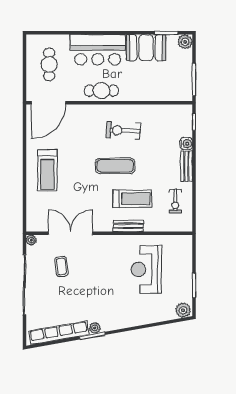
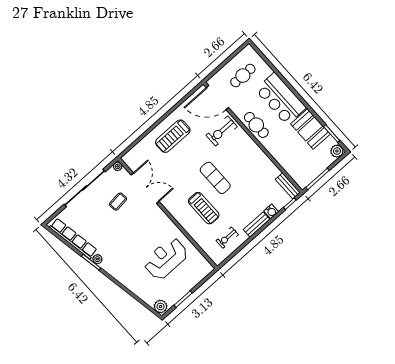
exercise bike: (123, 131) -> (222, 131), moved, turned -93
bench: (128, 226) -> (288, 186), moved

